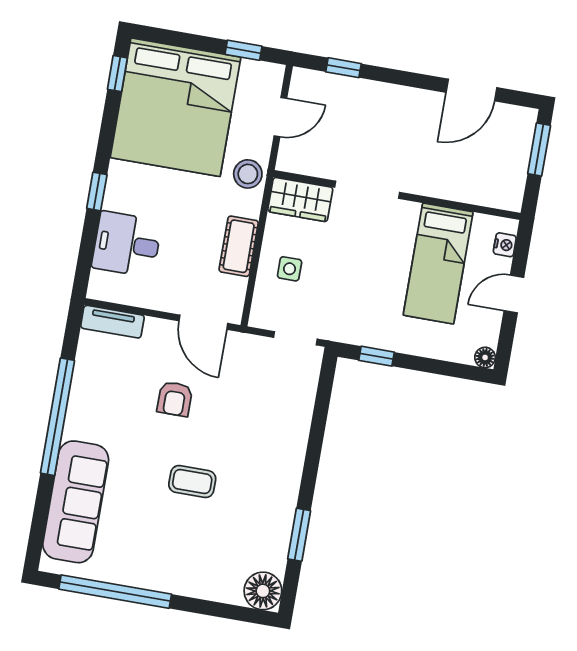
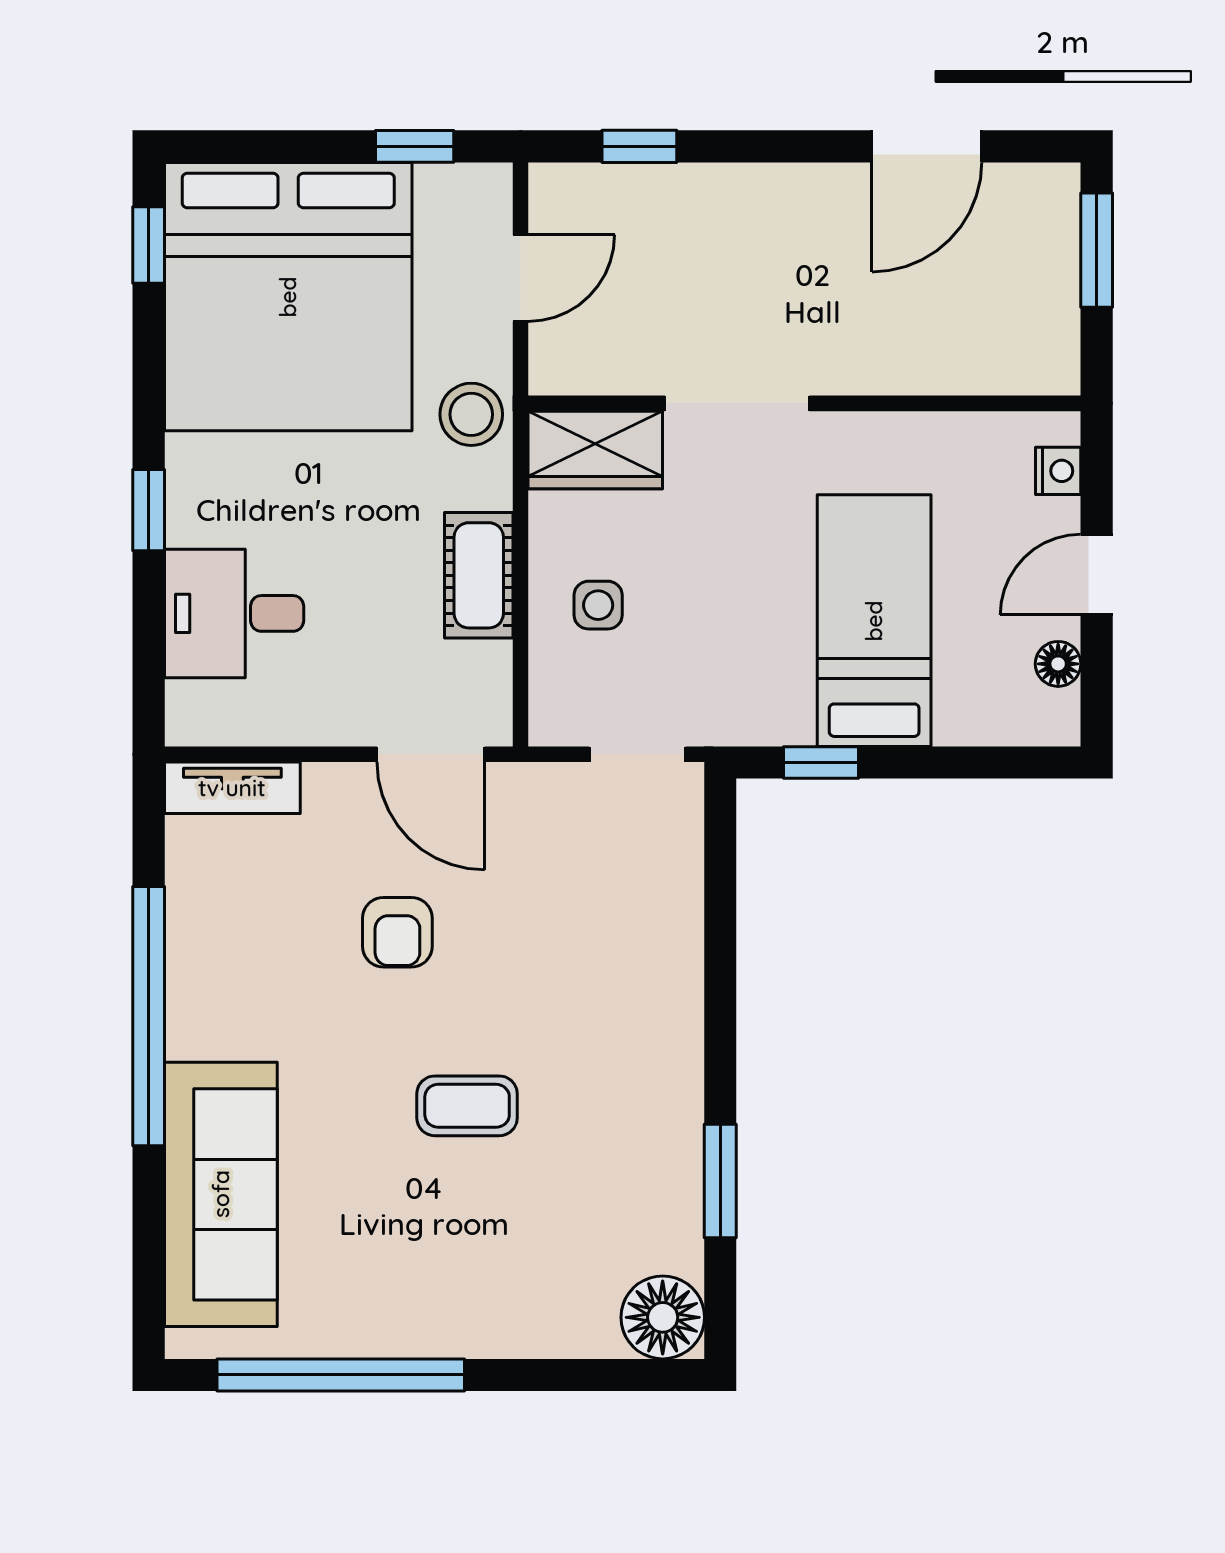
bed: (438, 263) -> (874, 621), moved, turned 180
floor lamp: (485, 357) -> (1058, 664), moved

